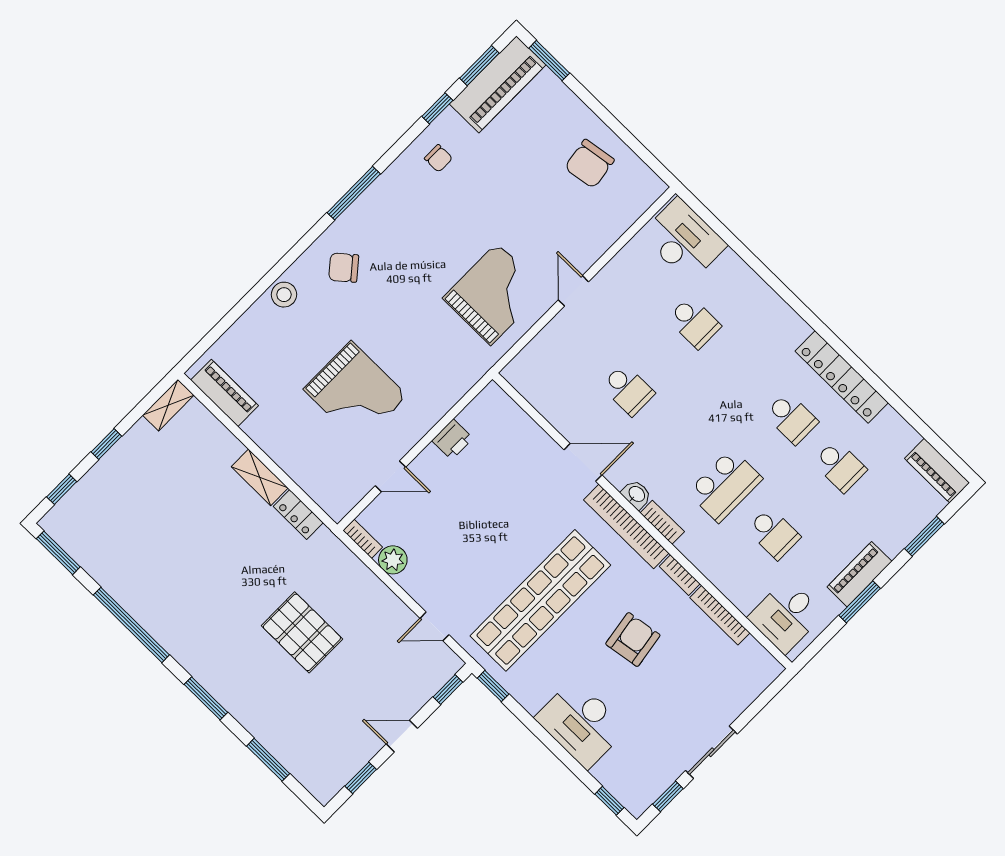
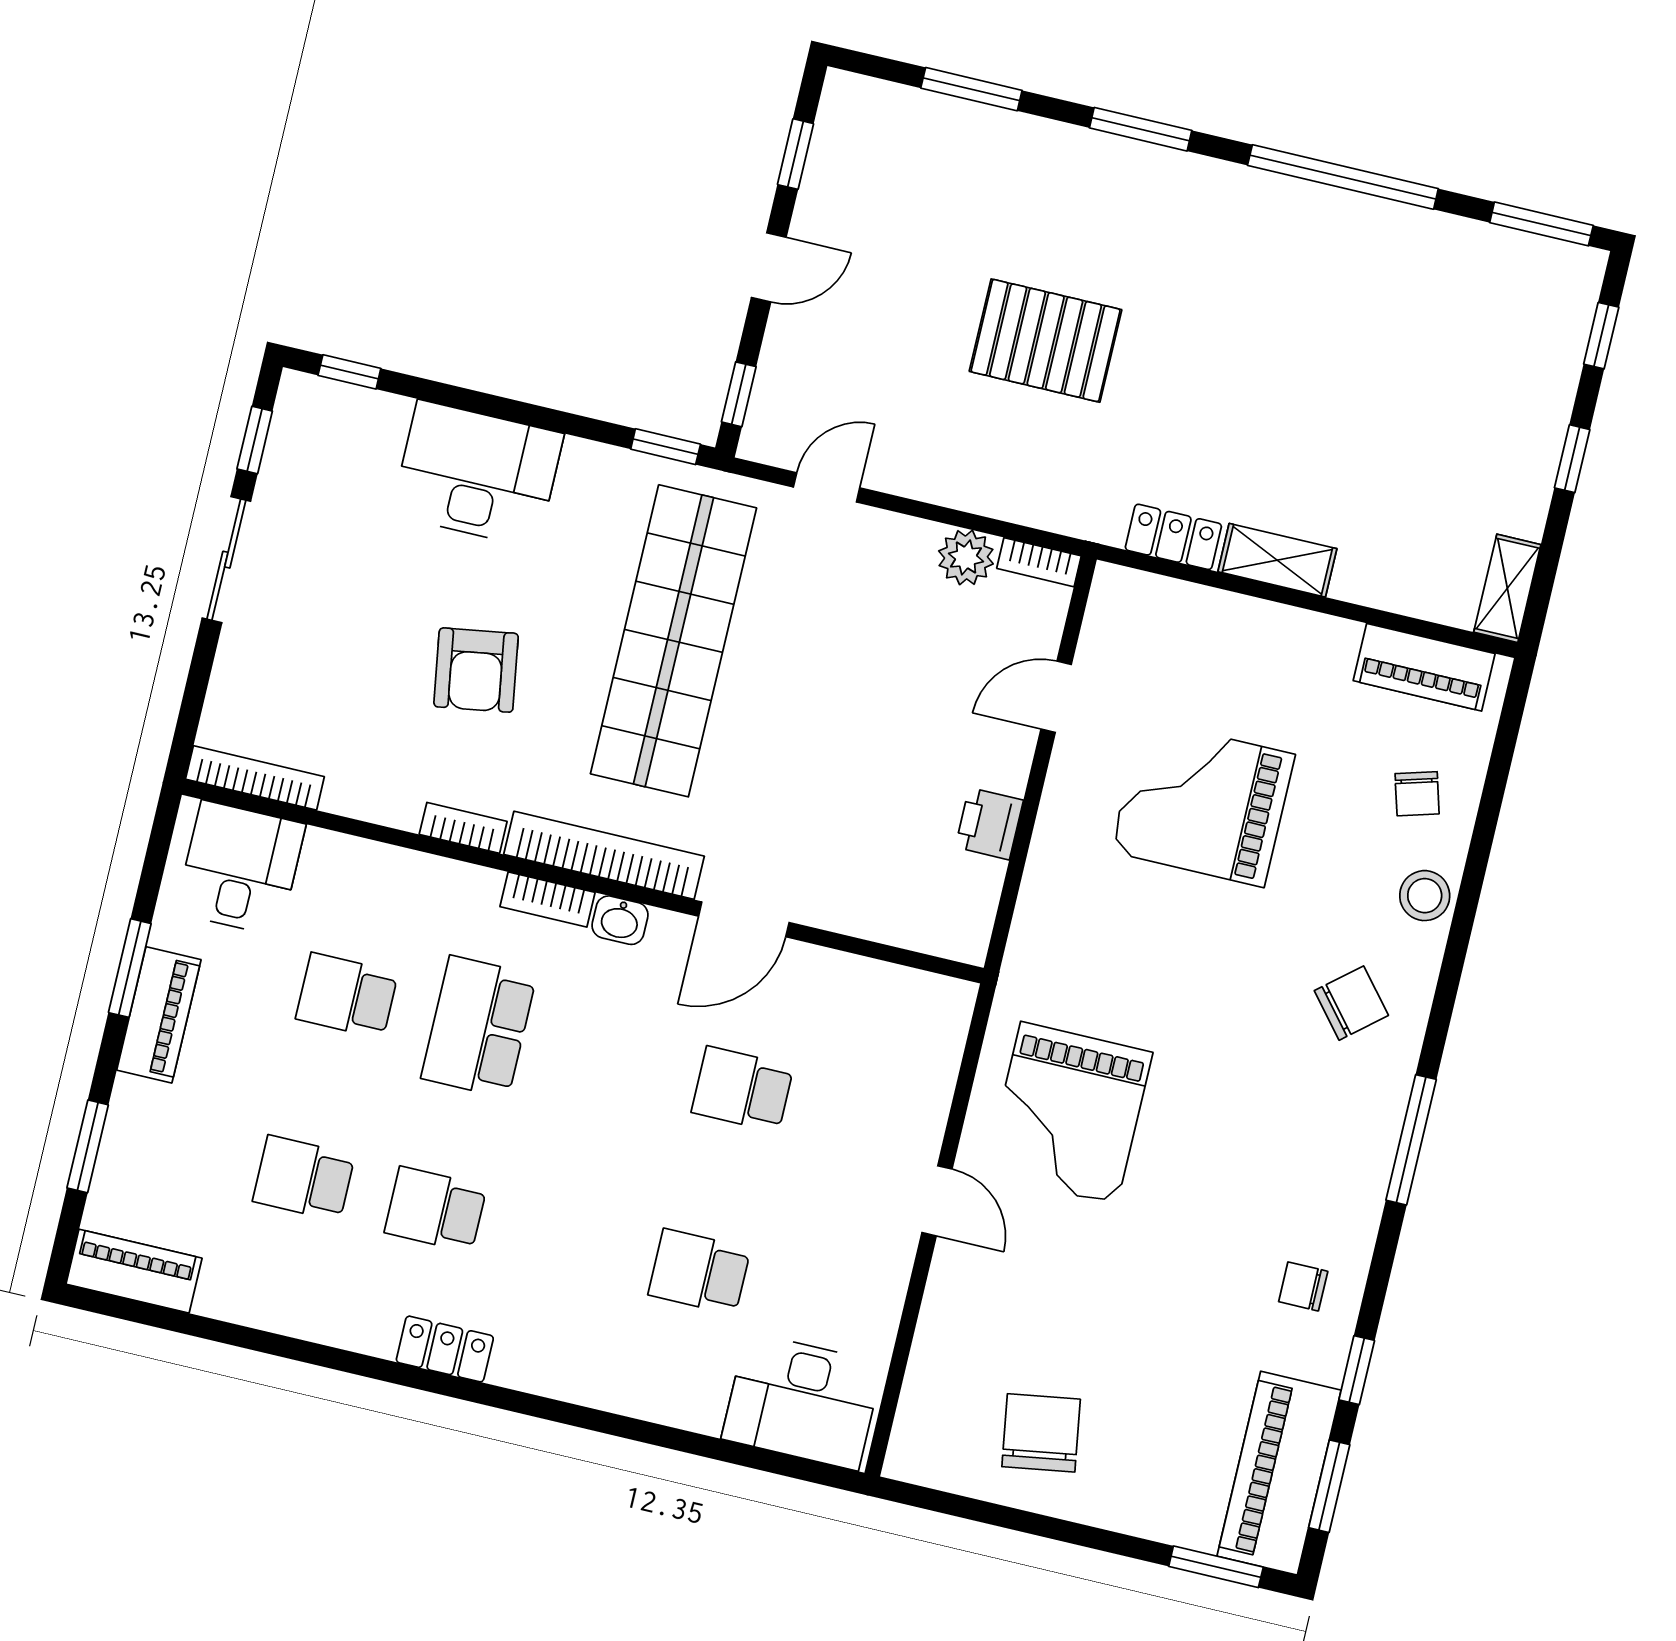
chair: (261, 340) -> (1417, 794), added
locker: (842, 377) -> (445, 1349), width x0.46, depth x0.83
bookcase: (720, 615) -> (255, 778), moved

